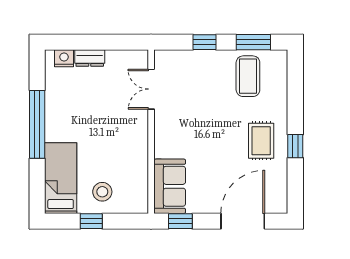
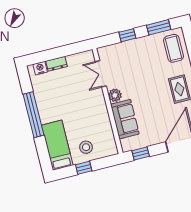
coffee table: (248, 76) -> (174, 48), moved
plant: (164, 126) -> (115, 95), added
sofa: (170, 186) -> (125, 119), moved

